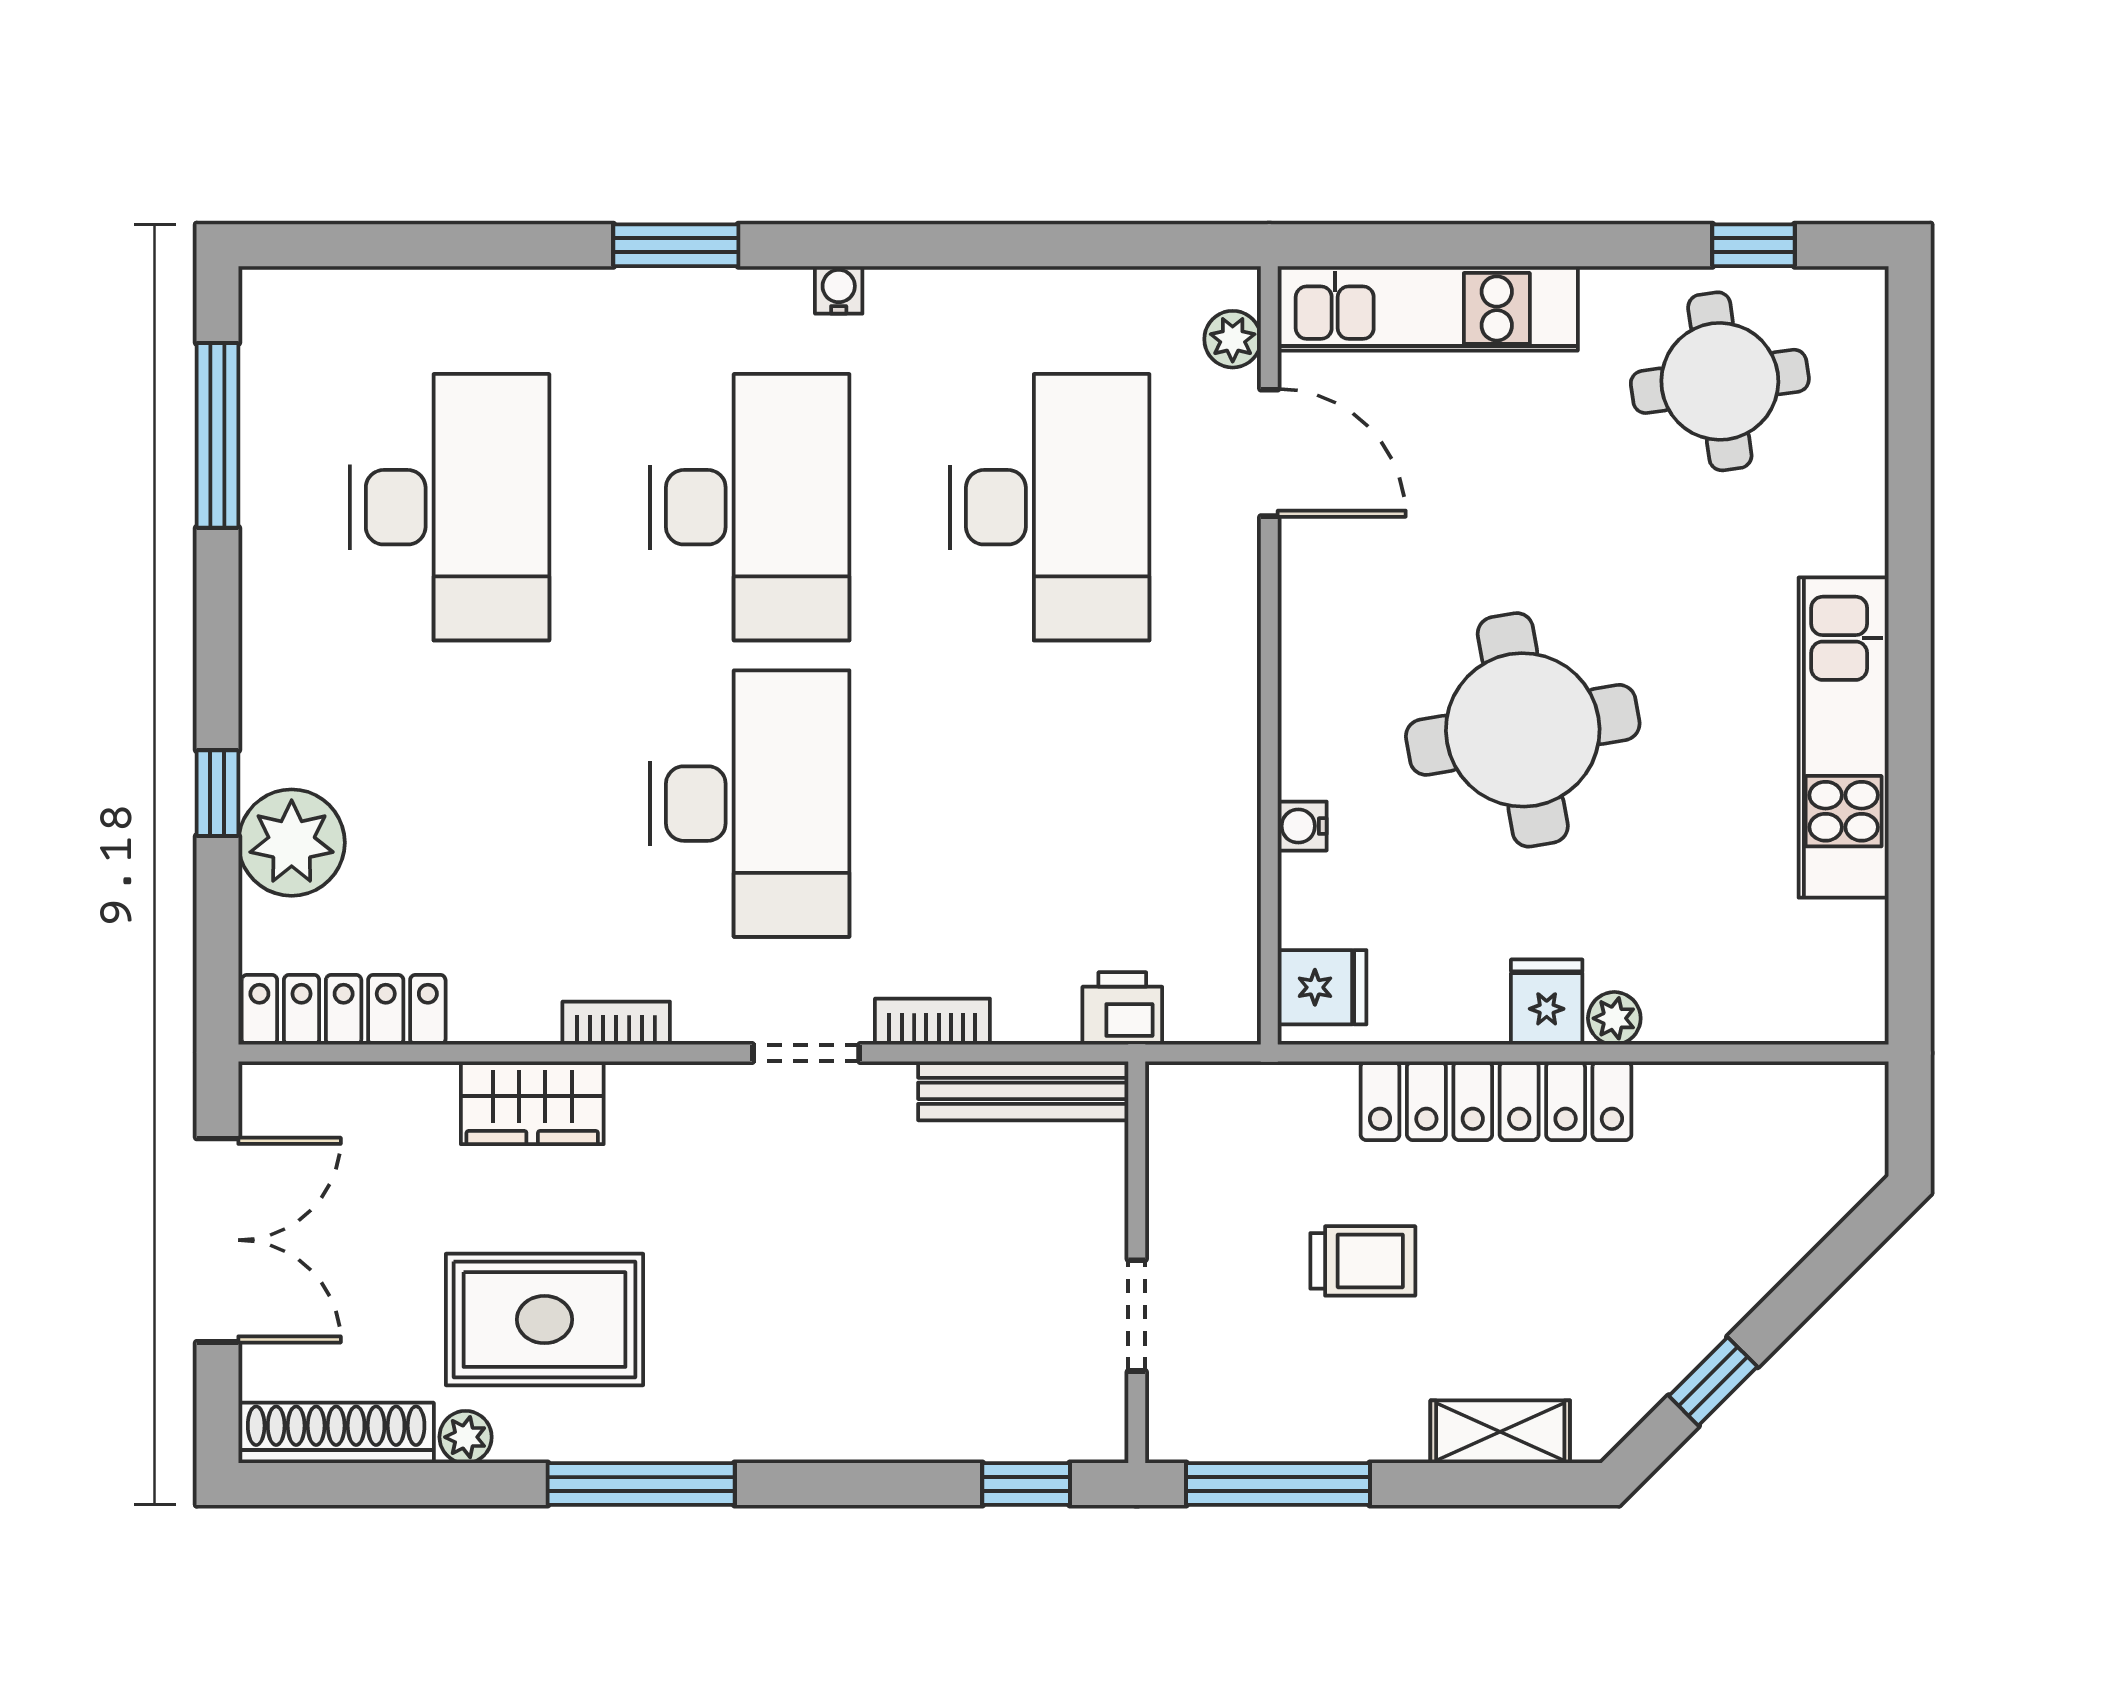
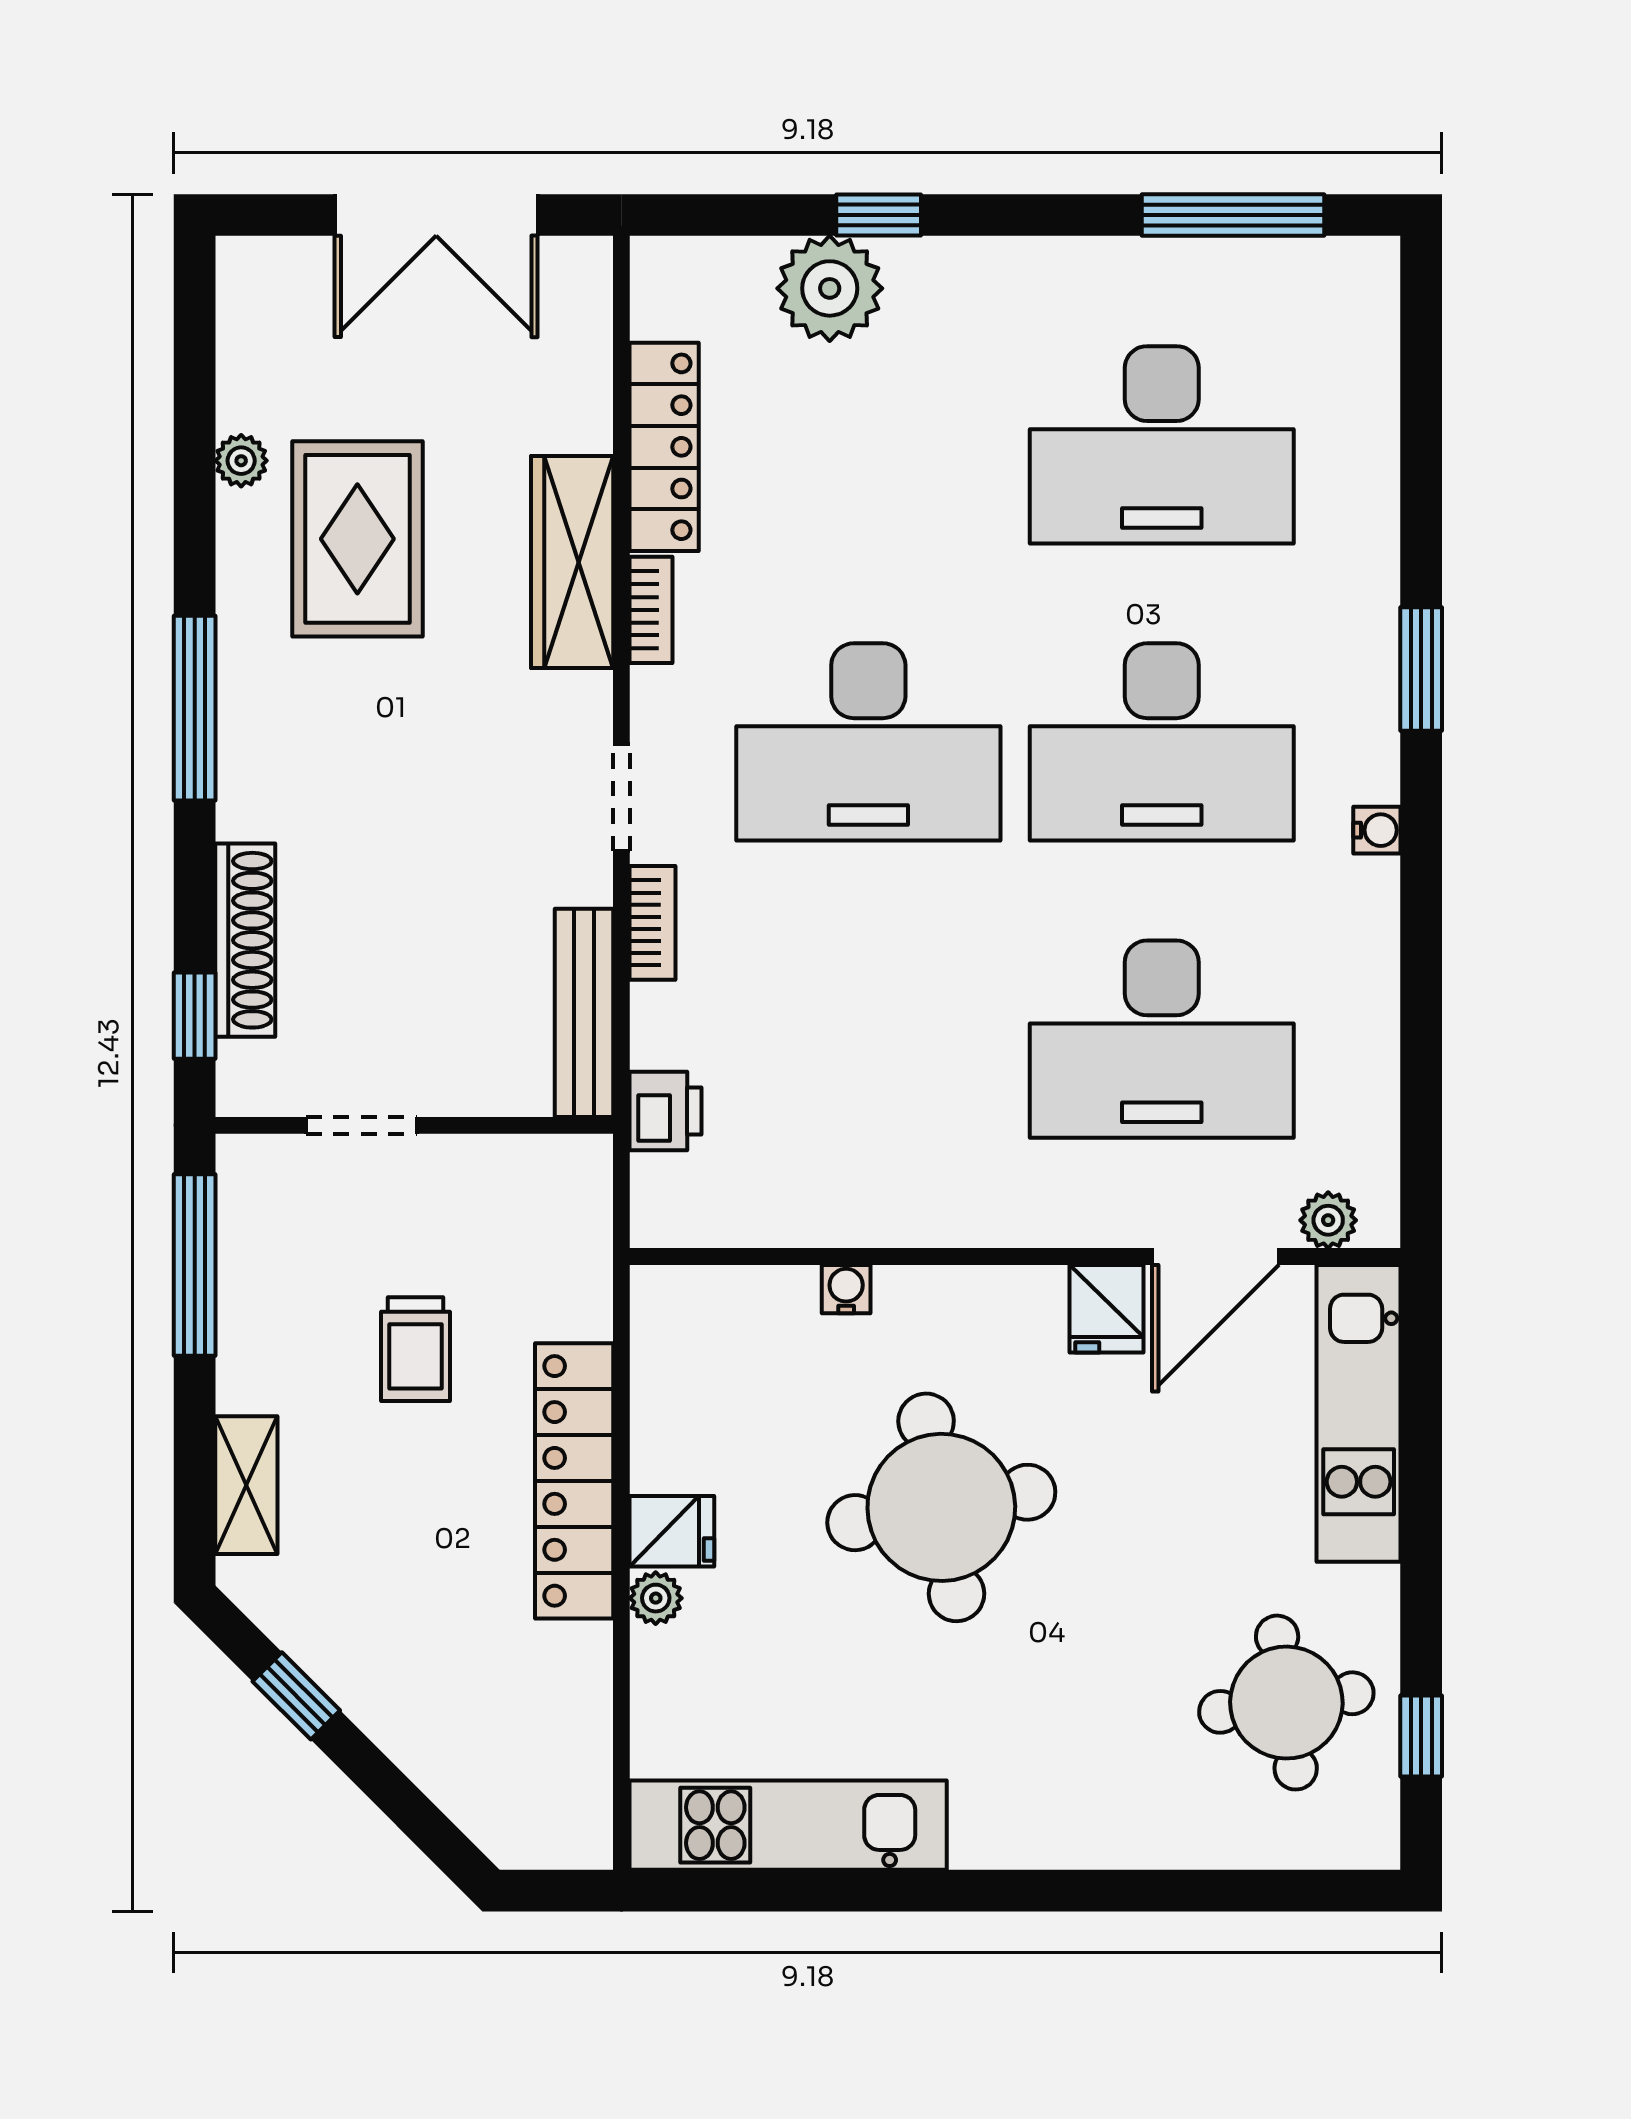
kitchen unit: (1844, 738) -> (788, 1825), moved
fridge: (1322, 987) -> (1106, 1309), moved
locker: (344, 1010) -> (664, 447), moved
wardrobe: (532, 1103) -> (572, 562), width x1.50
shoe rack: (336, 1433) -> (245, 940), moved
window: (641, 1484) -> (195, 708), moved

